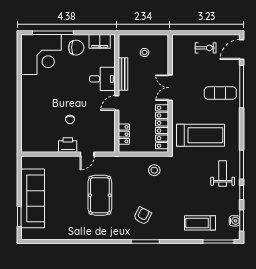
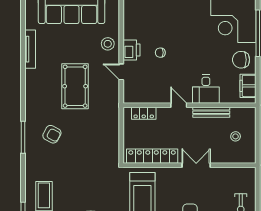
chair: (76, 48) -> (241, 60), turned 90
stool: (154, 170) -> (108, 44), moved
pool table: (100, 195) -> (75, 86), turned 90
tv unit: (67, 235) -> (30, 49), added

